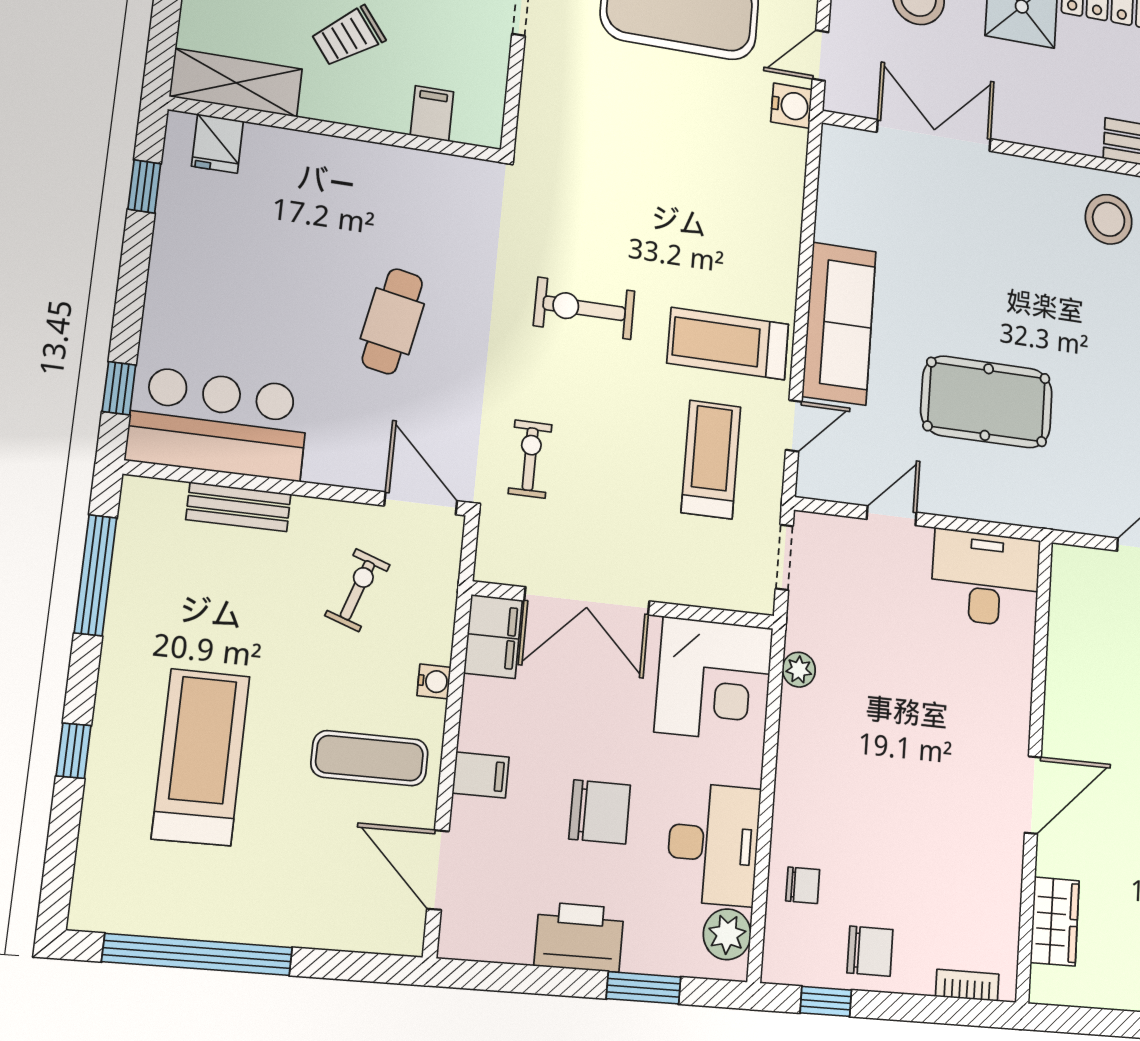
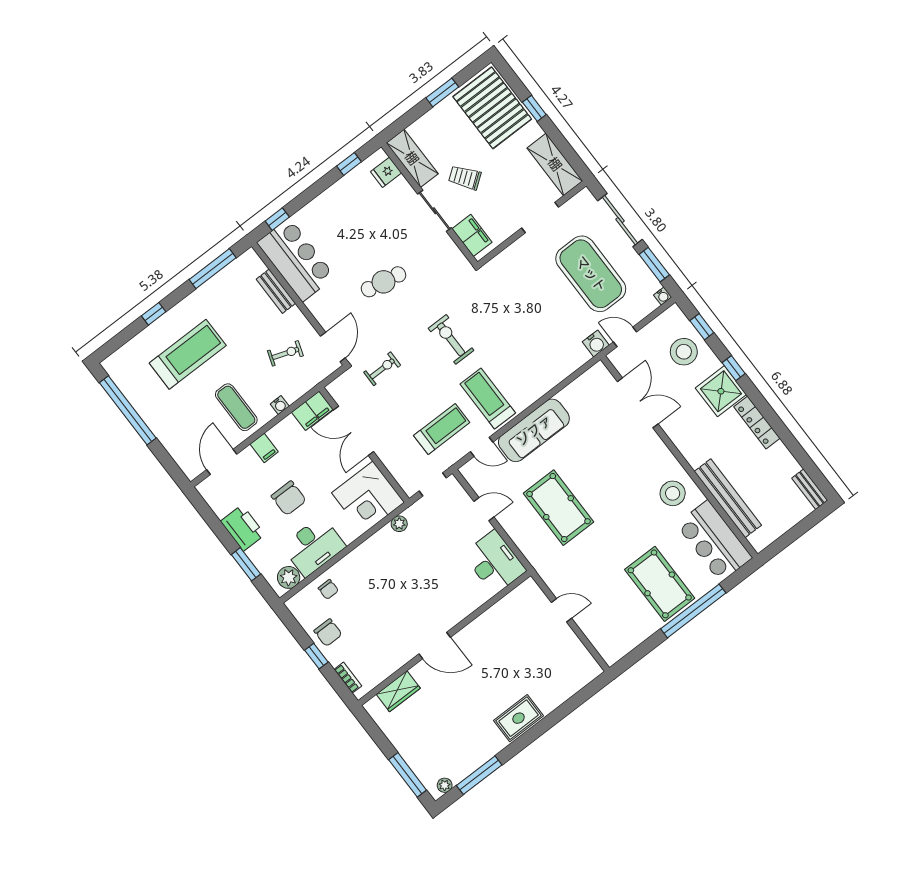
filing cabinet: (432, 113) -> (472, 235), width x2.00
sliding door: (356, 133) -> (435, 211), added
window: (826, 1001) -> (316, 656), moved

